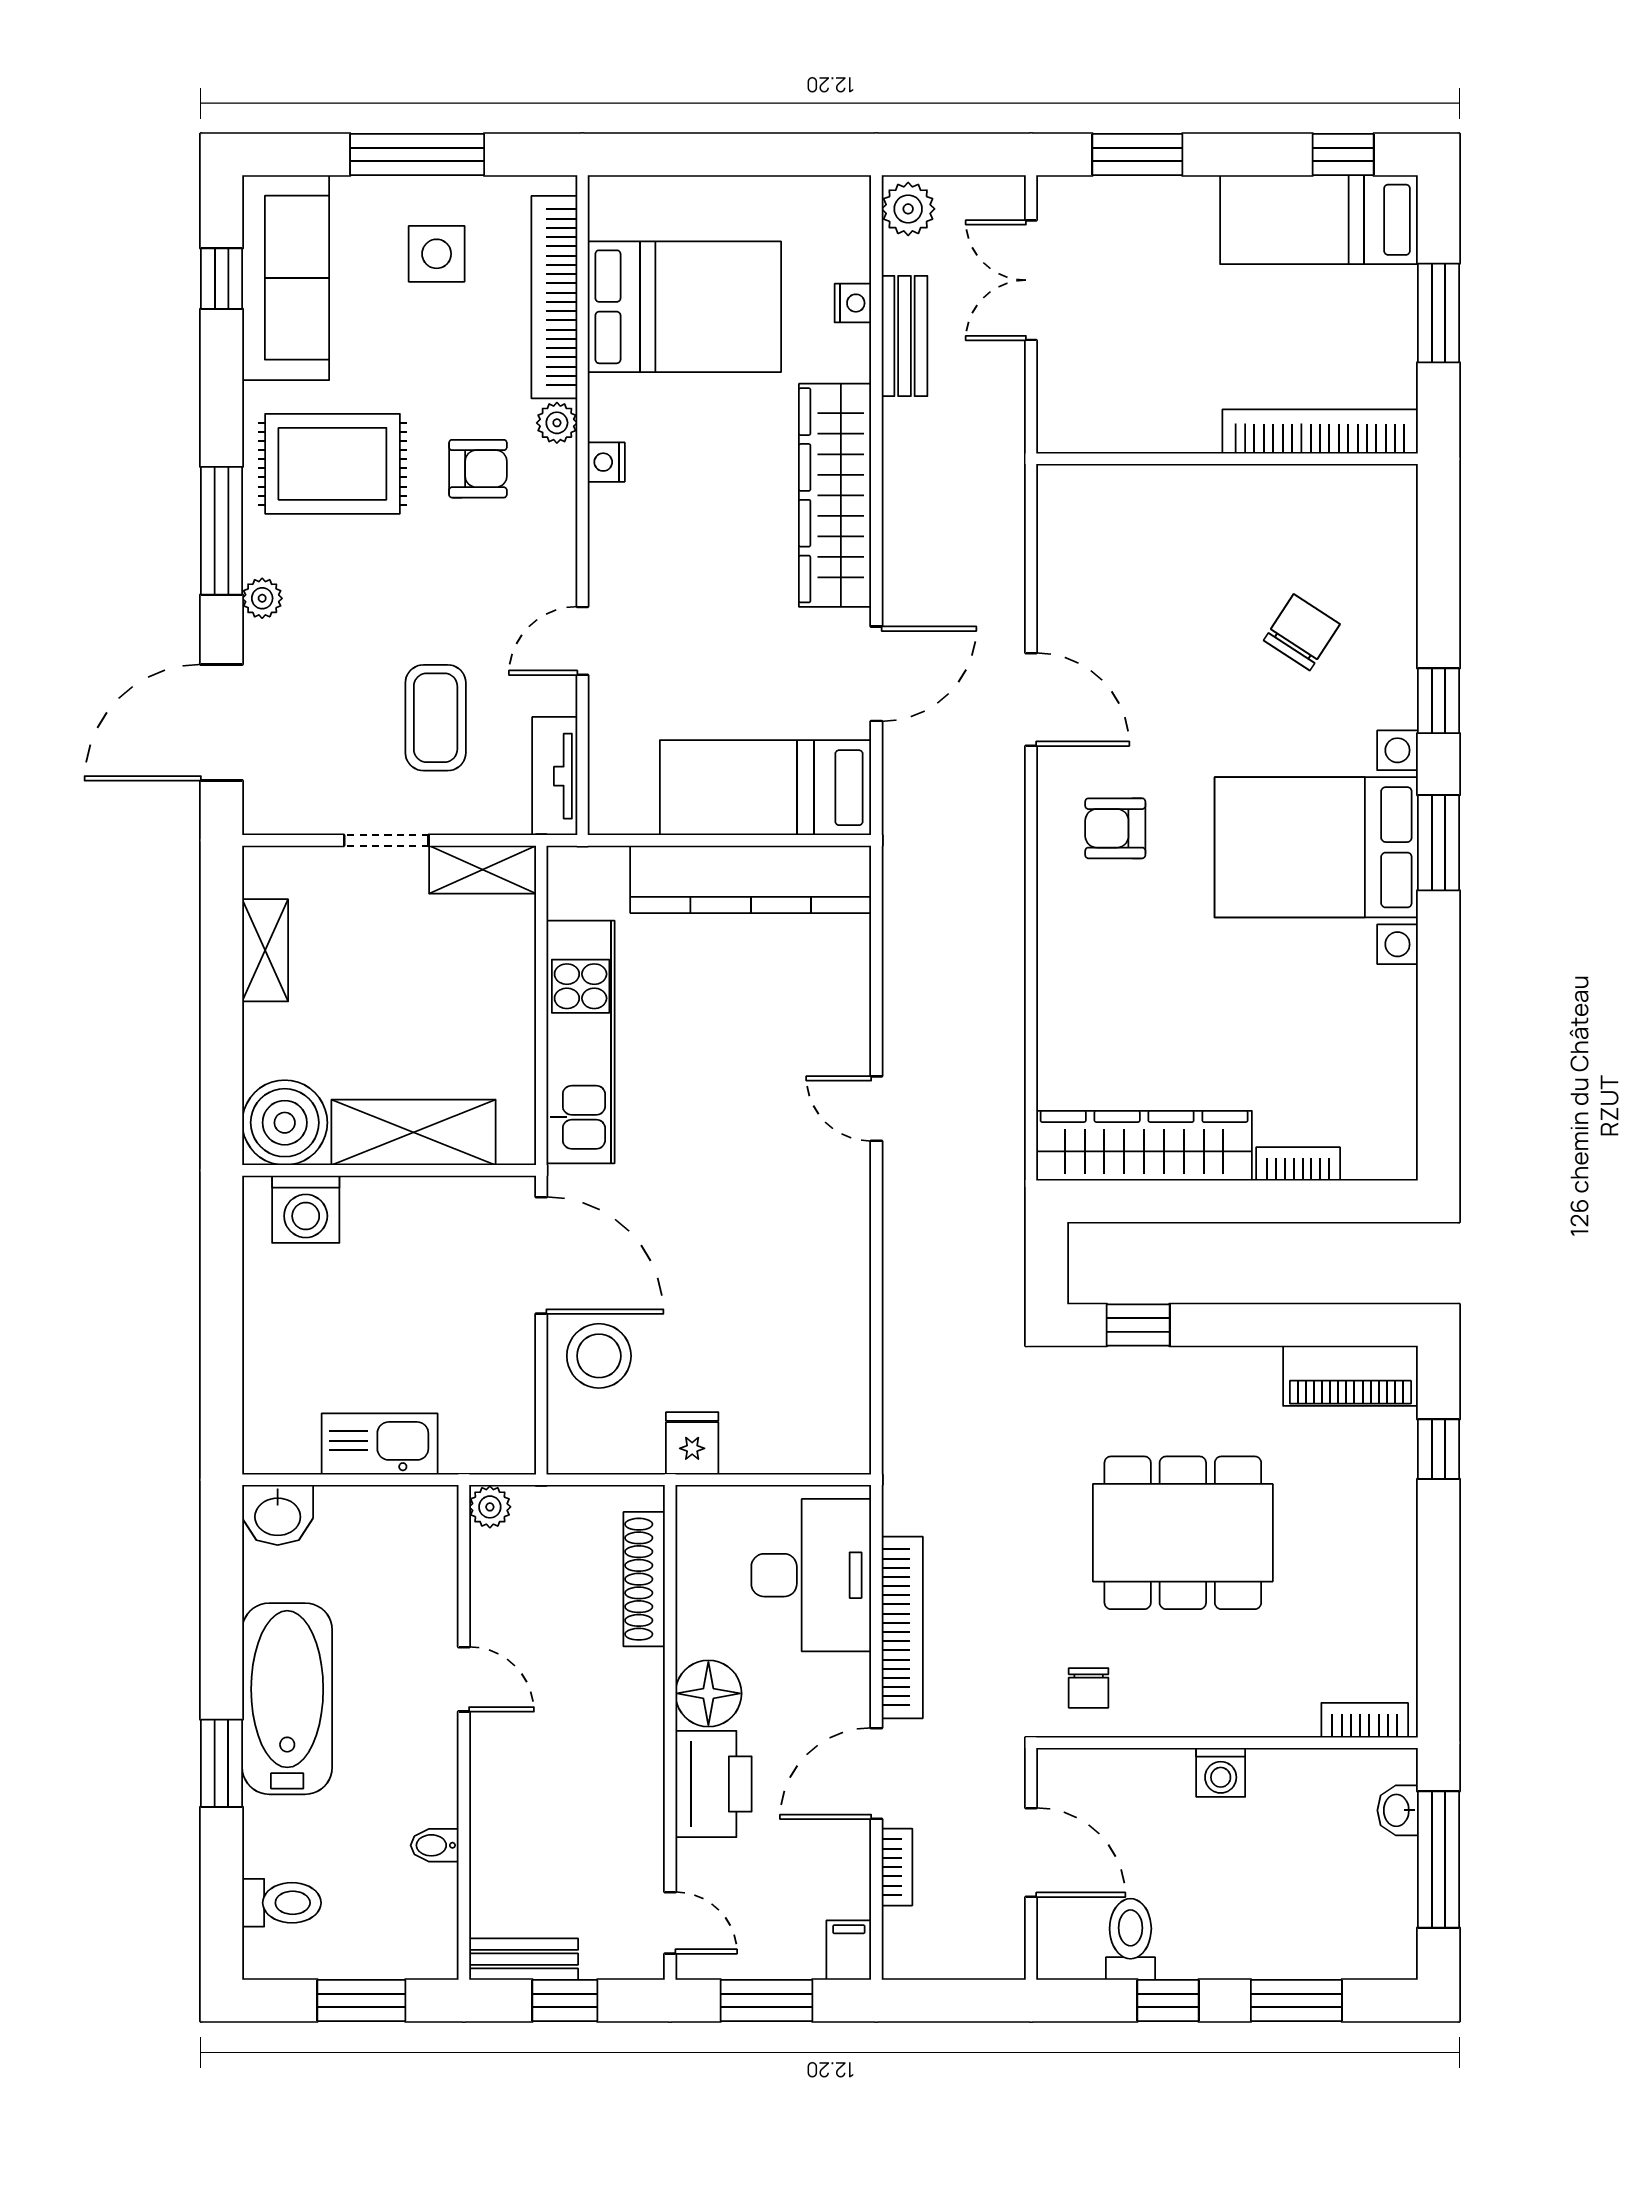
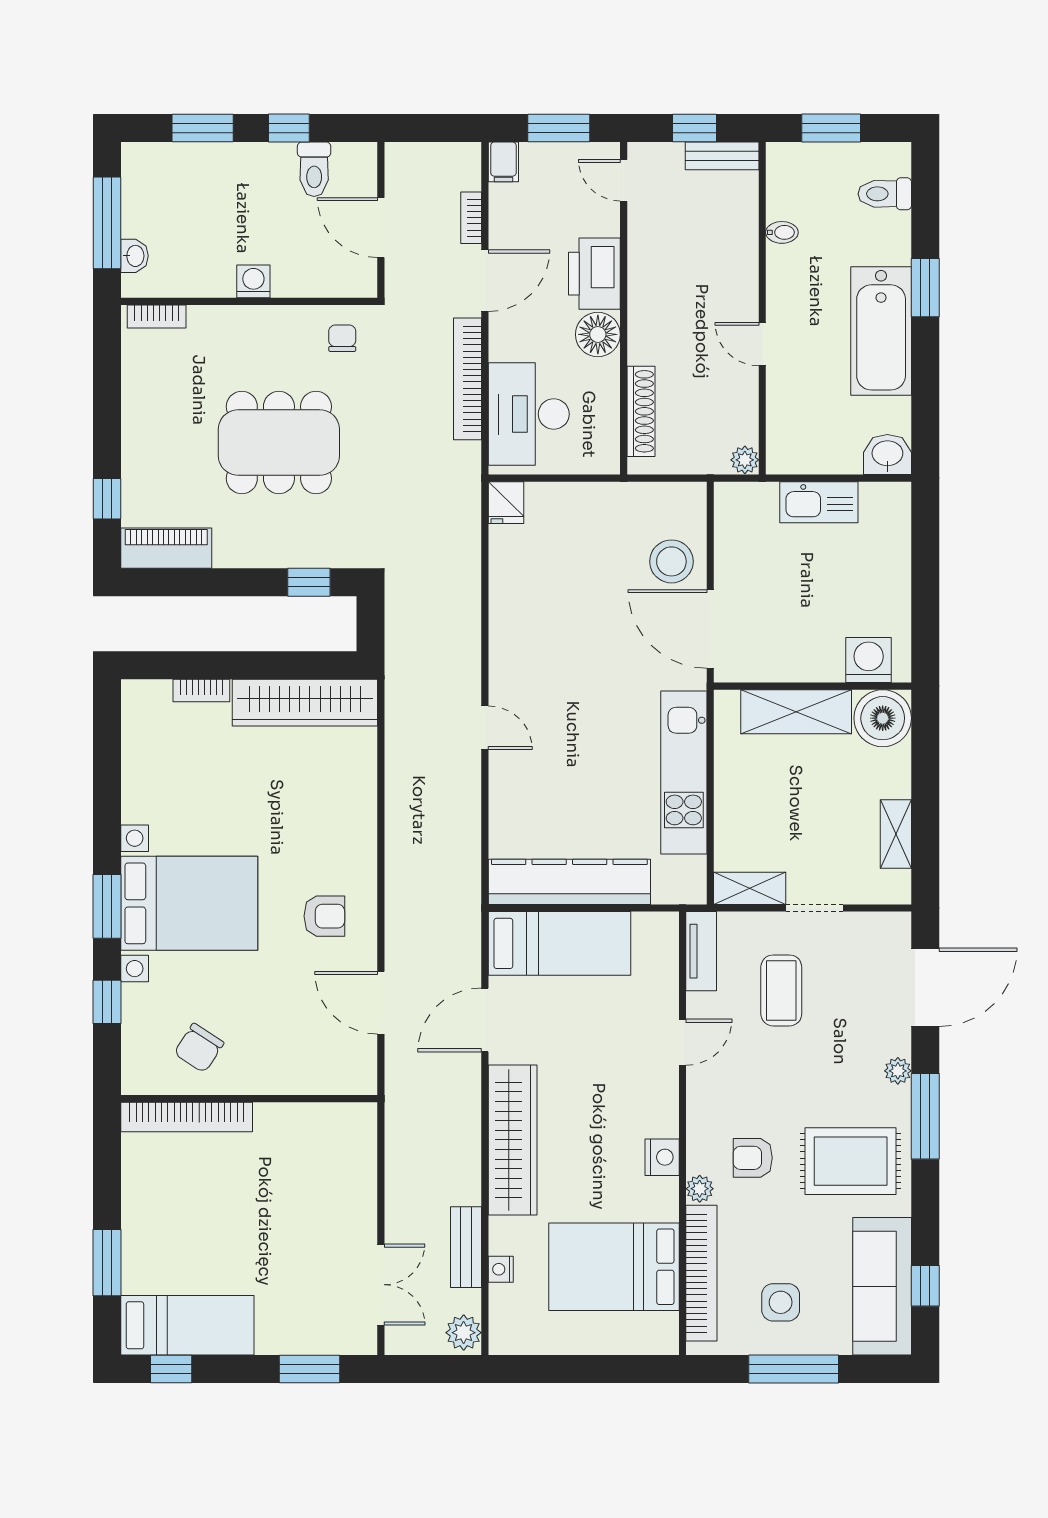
bookcase: (1320, 432) -> (187, 1117), moved
wall: (1227, 459) -> (249, 1099), moved
nightstand: (606, 462) -> (662, 1157), width x1.39, depth x1.35
fridge: (692, 1443) -> (506, 503), moved

